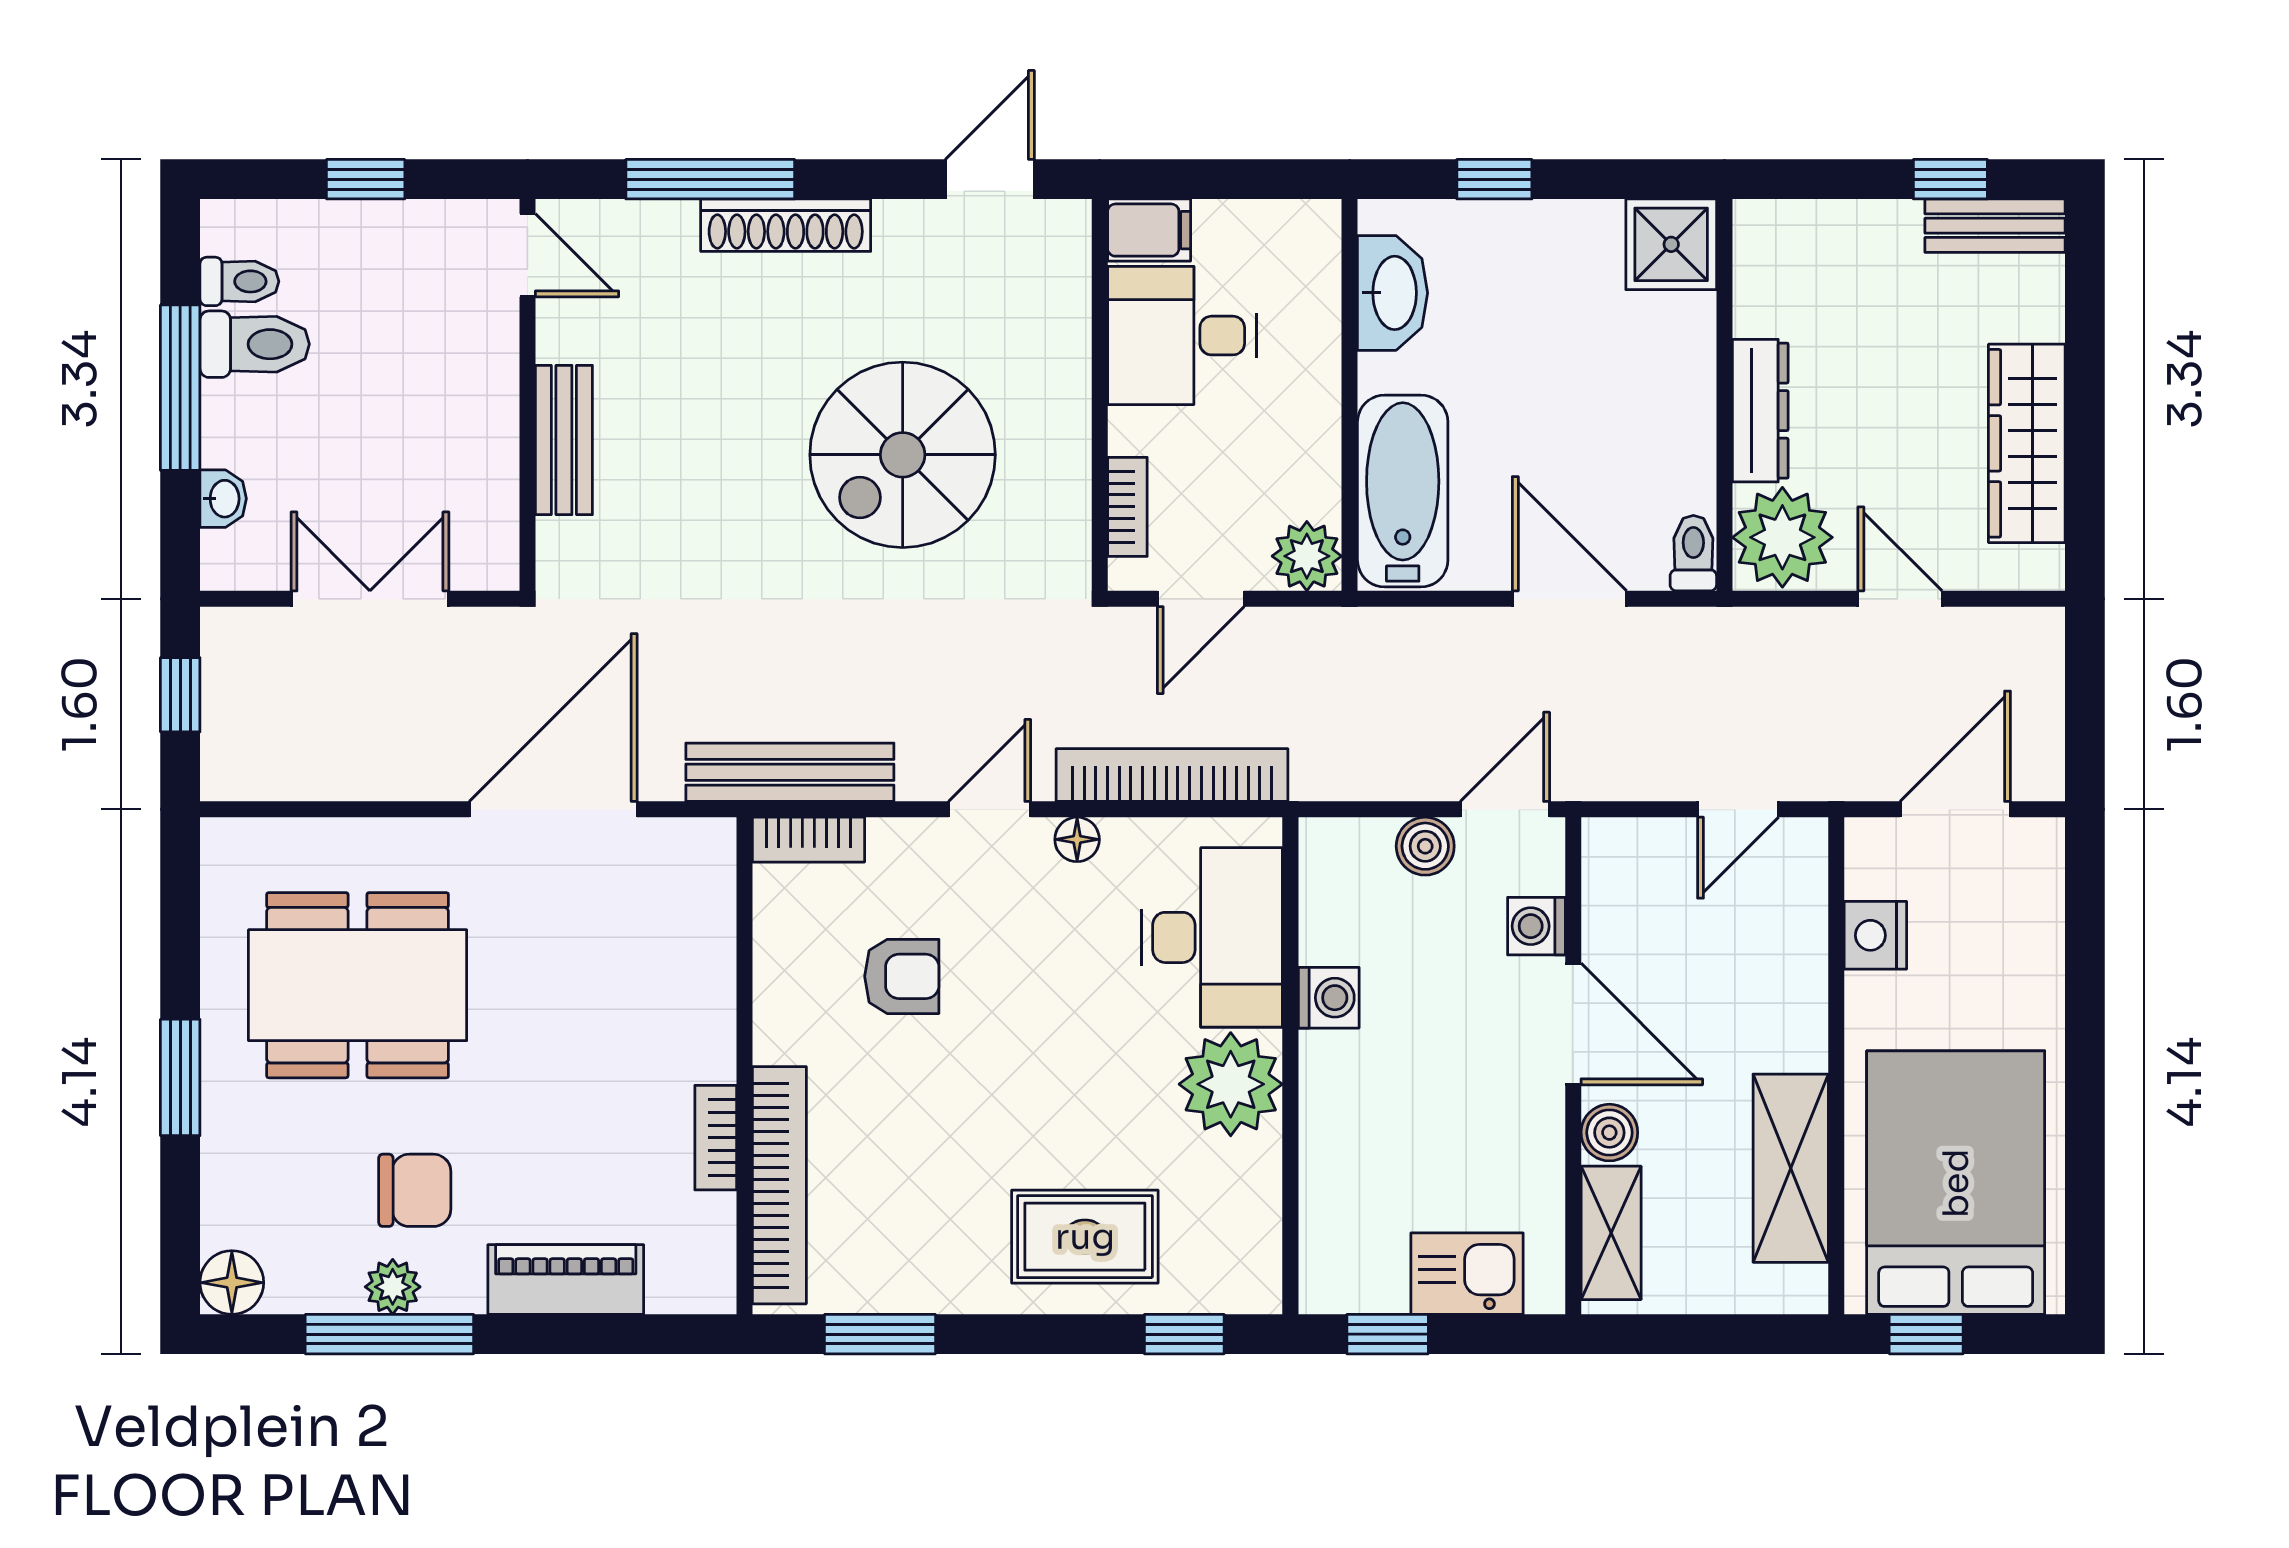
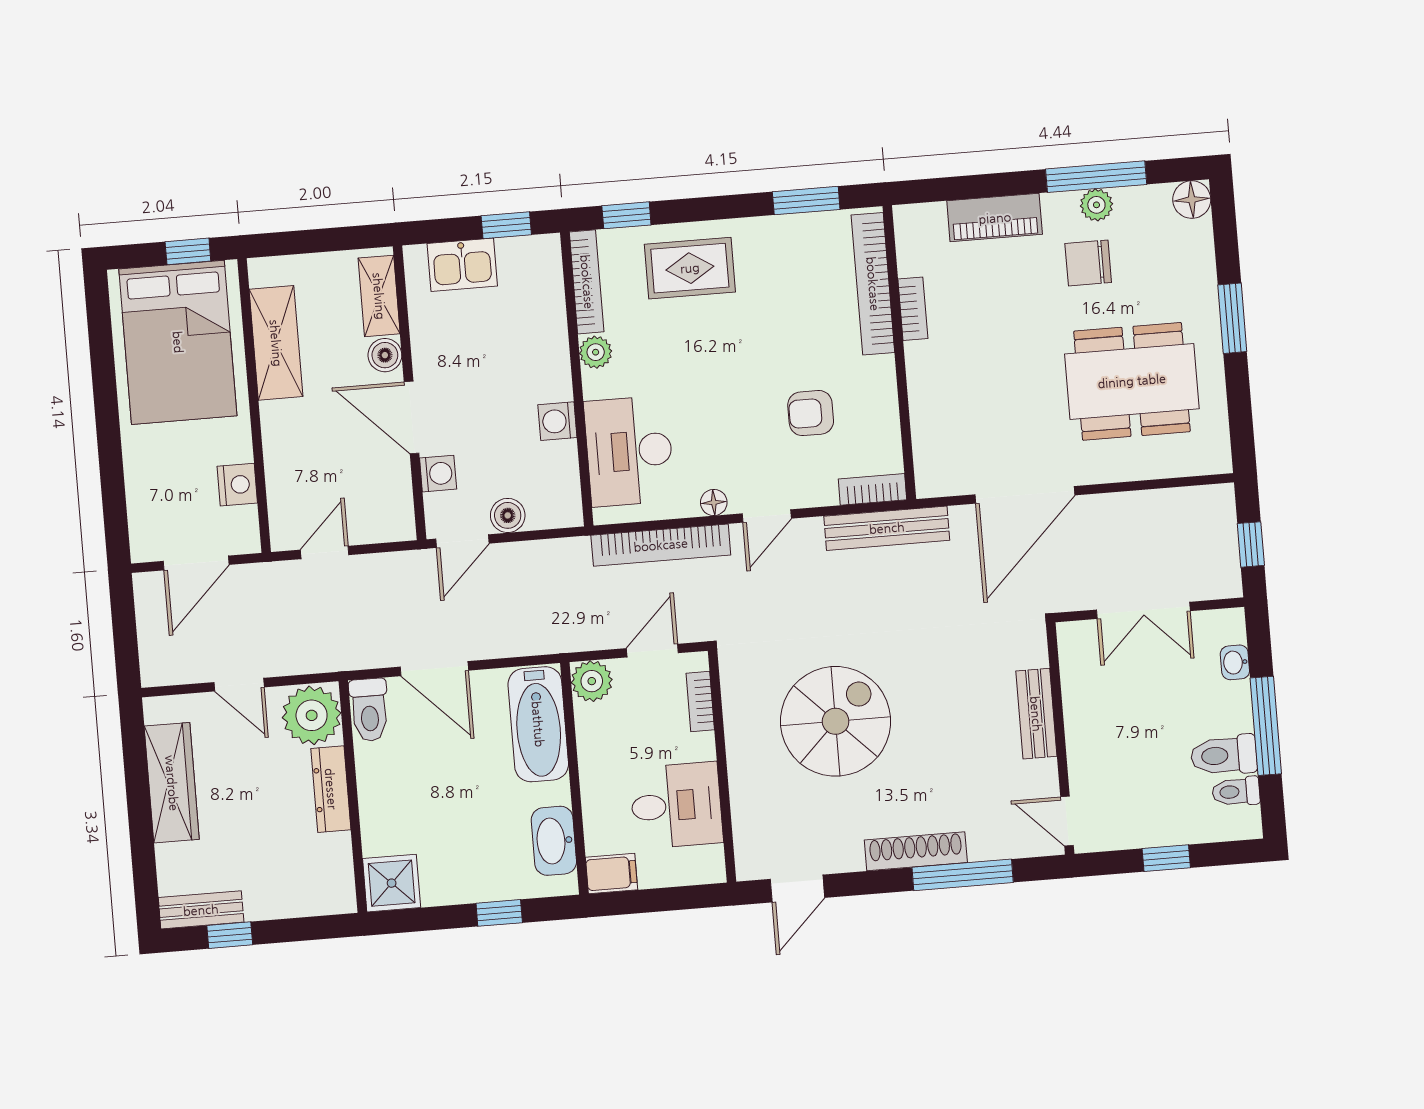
filing cabinet: (1149, 230) -> (612, 873), moved, turned 180
toilet: (1693, 553) -> (369, 710), width x1.37, depth x1.39
plant: (1231, 1084) -> (596, 352), width x0.53, depth x0.53
bookcase: (1260, 1228) -> (587, 282), added

